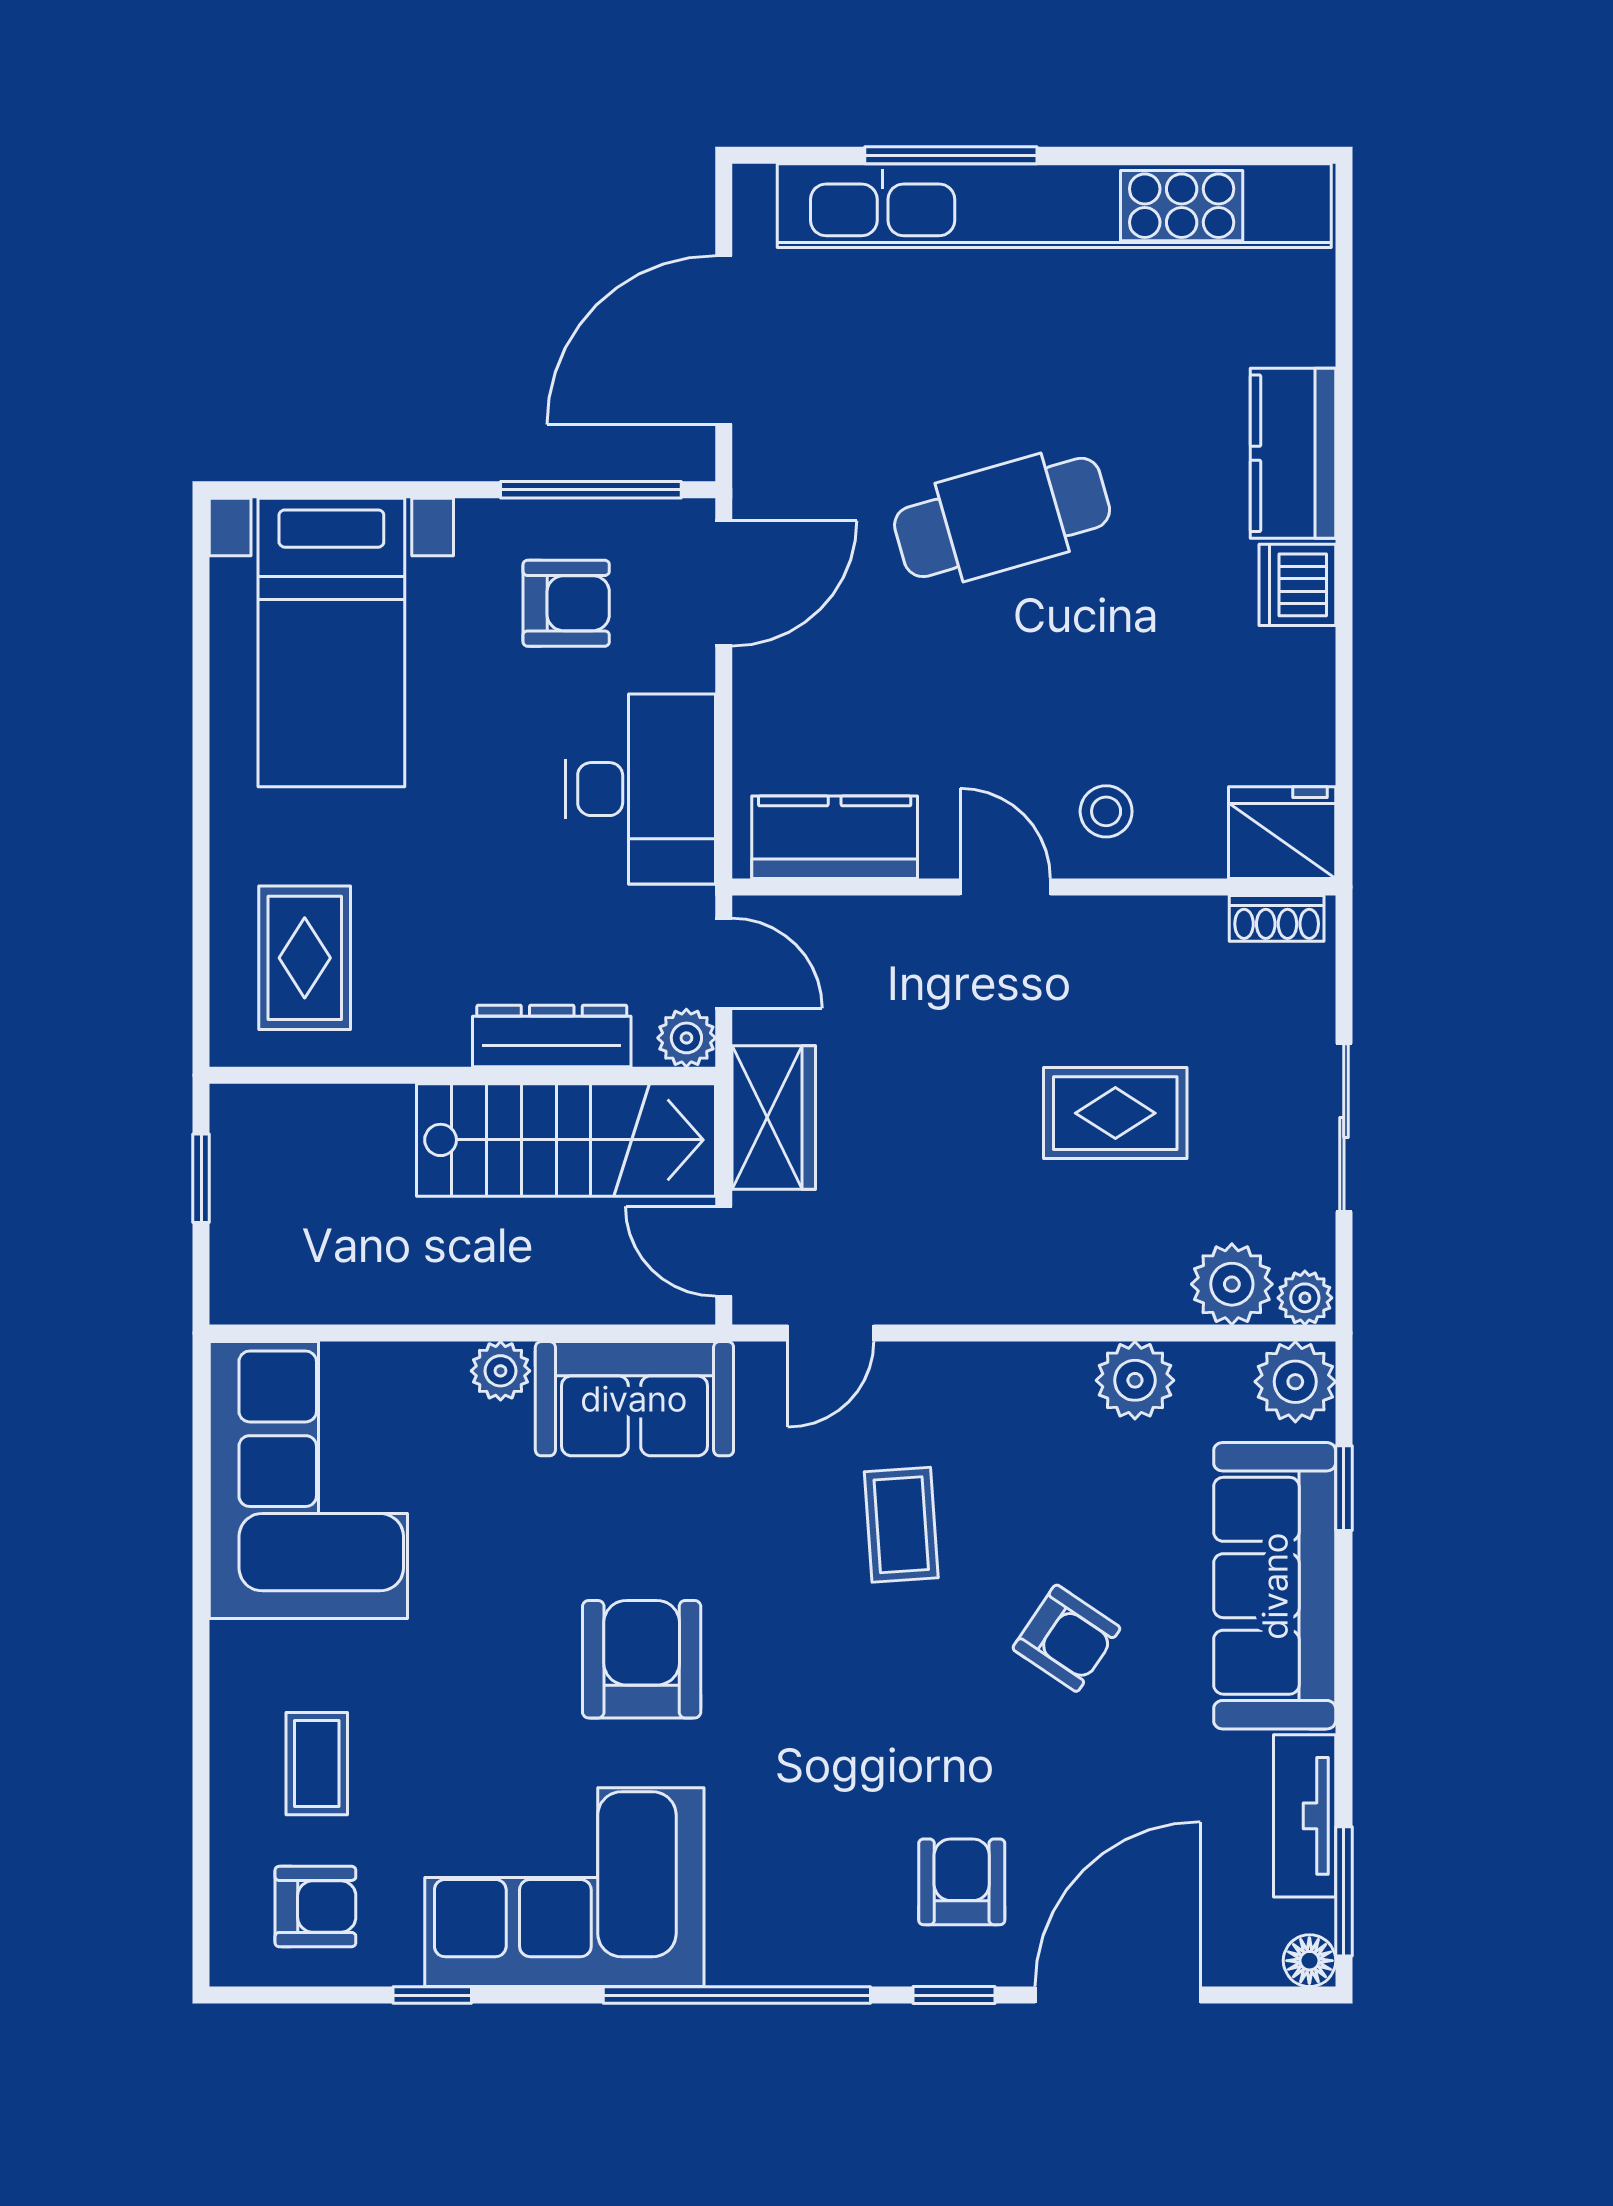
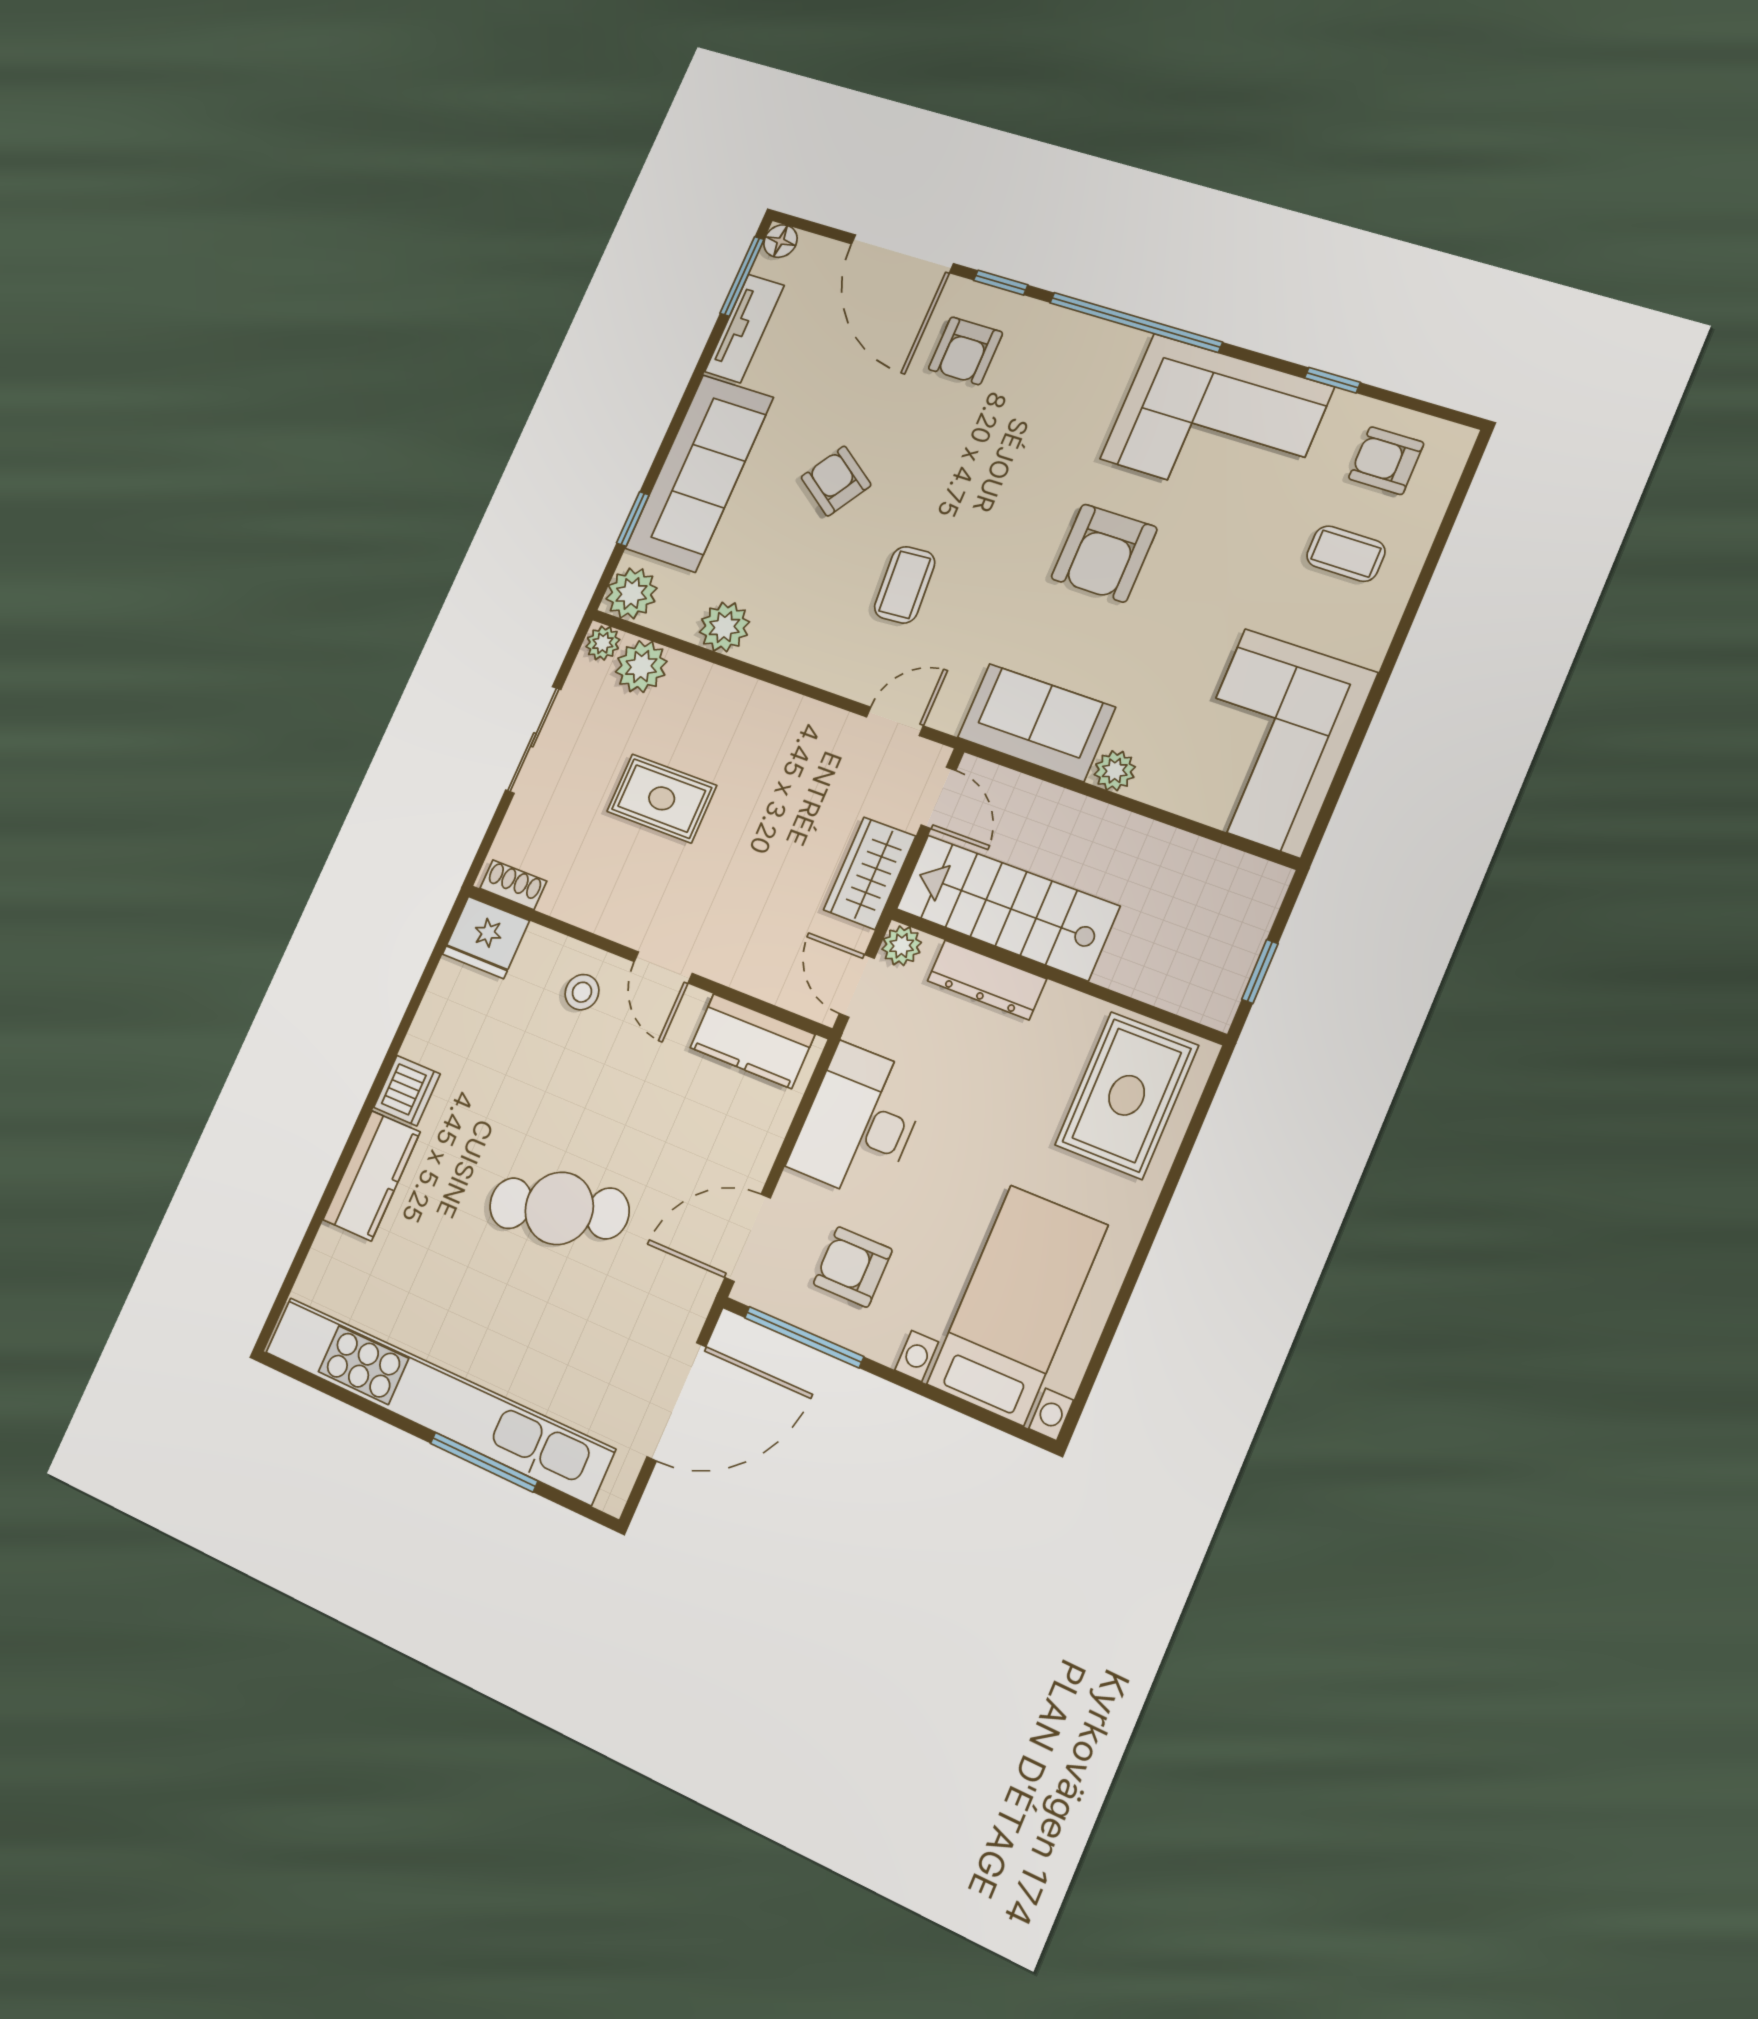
rug: (305, 958) -> (1127, 1095), width x1.36, depth x1.43
coffee table: (317, 1764) -> (1346, 554), turned 90
door: (1118, 1995) -> (902, 254), hinge flipped

